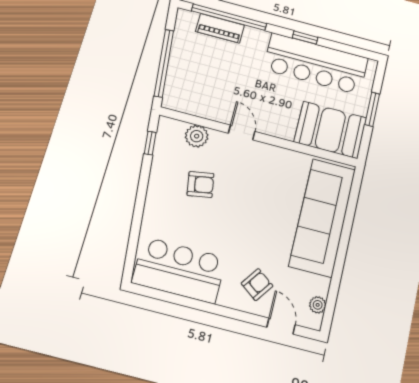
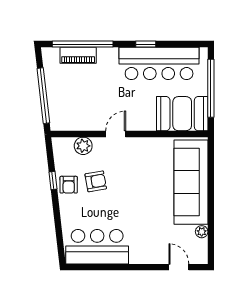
window: (372, 109) -> (211, 88), width x2.11
door: (242, 132) -> (116, 134), hinge flipped
window: (150, 143) -> (53, 180), moved
armchair: (257, 285) -> (69, 185), moved, turned 144
plant: (318, 305) -> (202, 232), moved

